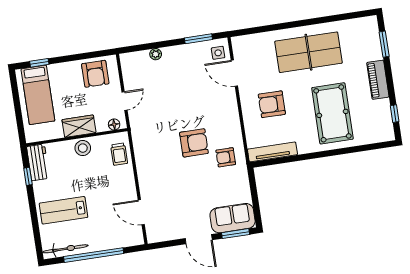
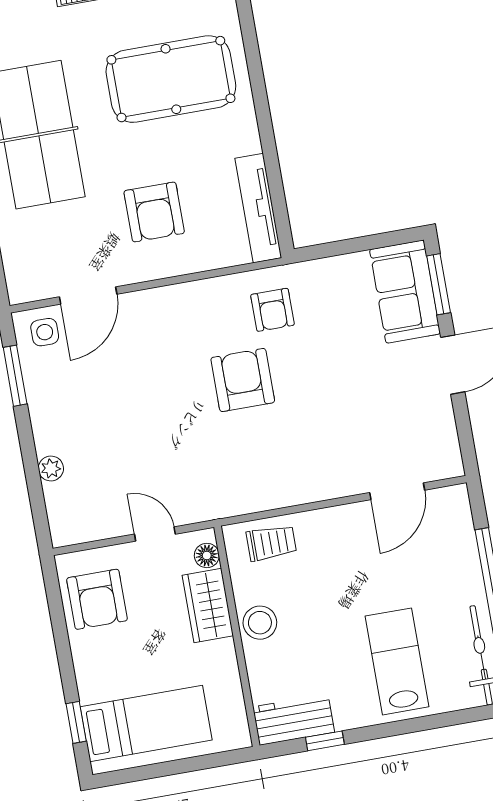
armchair: (95, 74) -> (97, 599), turned 90
wardrobe: (79, 126) -> (208, 605), moved
lab bench: (64, 210) -> (397, 661), turned 180

